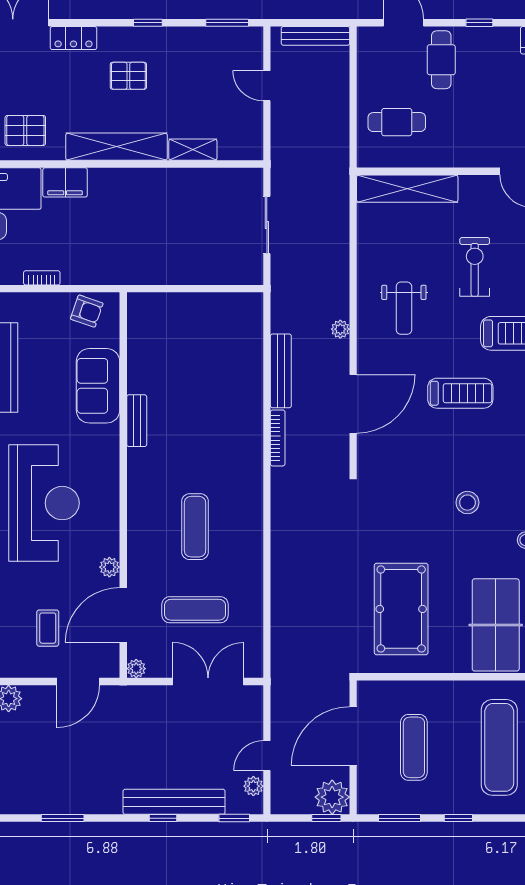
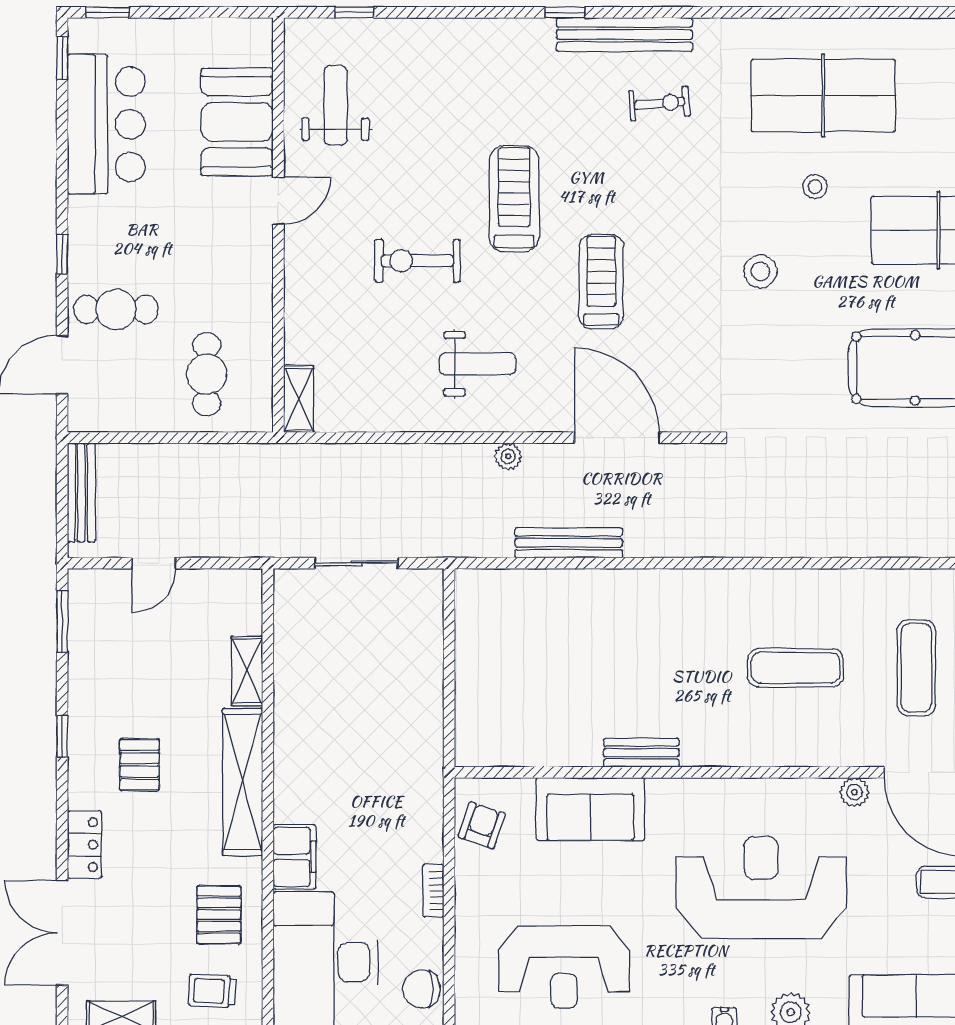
shelving: (407, 189) -> (299, 399), width x0.45, depth x0.75
bookcase: (278, 438) -> (666, 547), removed

